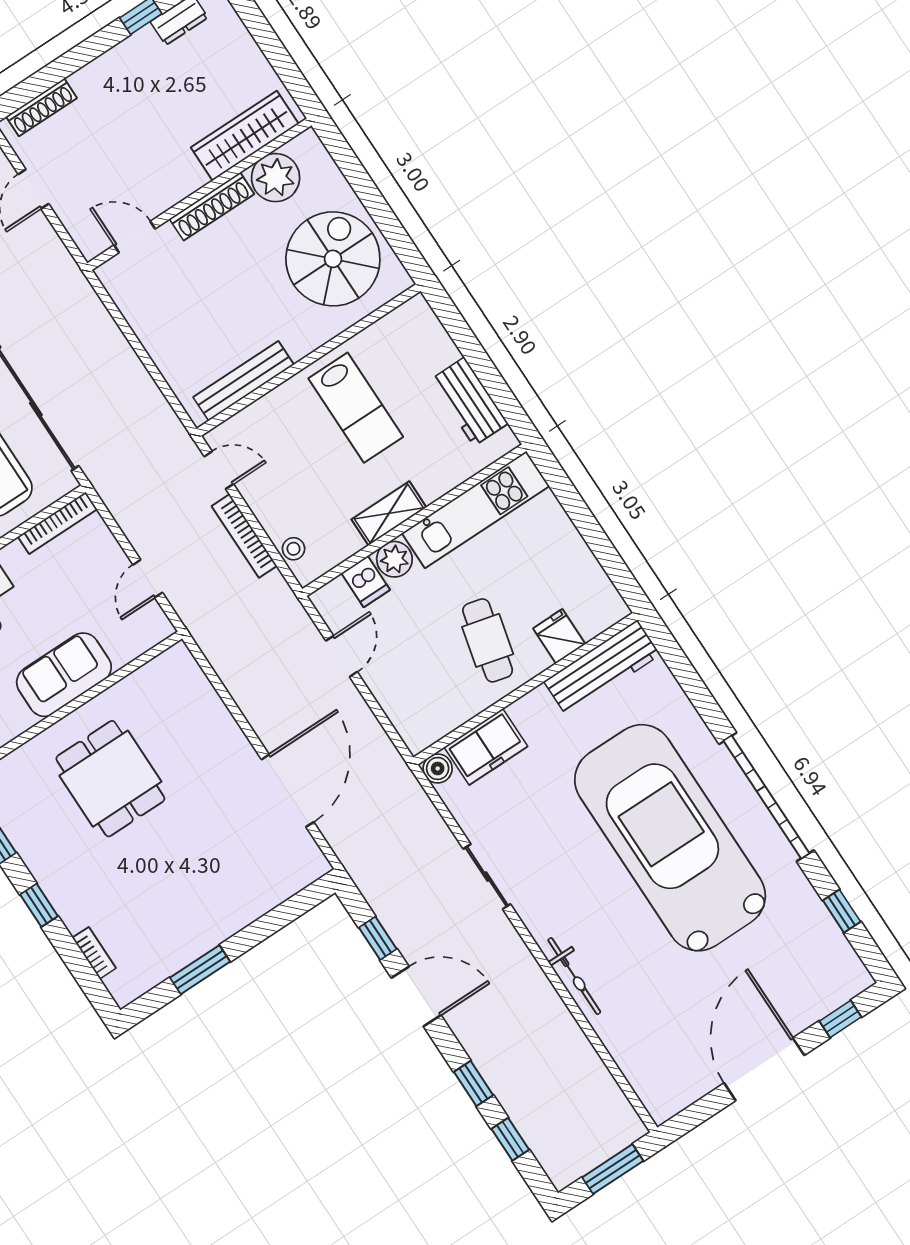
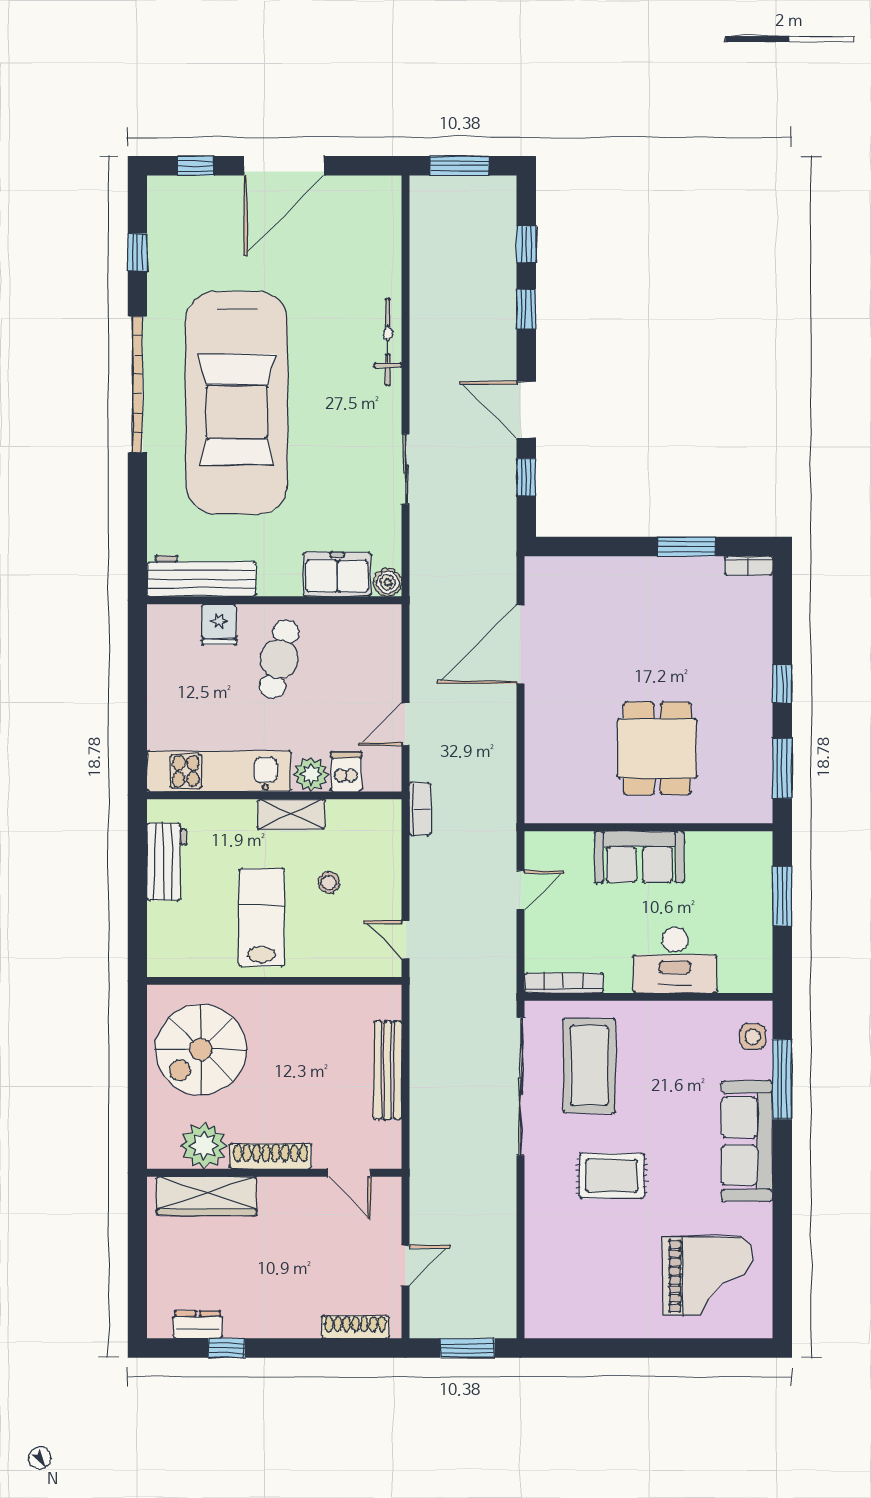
bench: (244, 381) -> (388, 1070), moved, turned 90
bookcase: (244, 536) -> (420, 809), moved, width x0.64
stool: (294, 549) -> (329, 882), moved
bookcase: (94, 953) -> (749, 566), moved, turned -90

